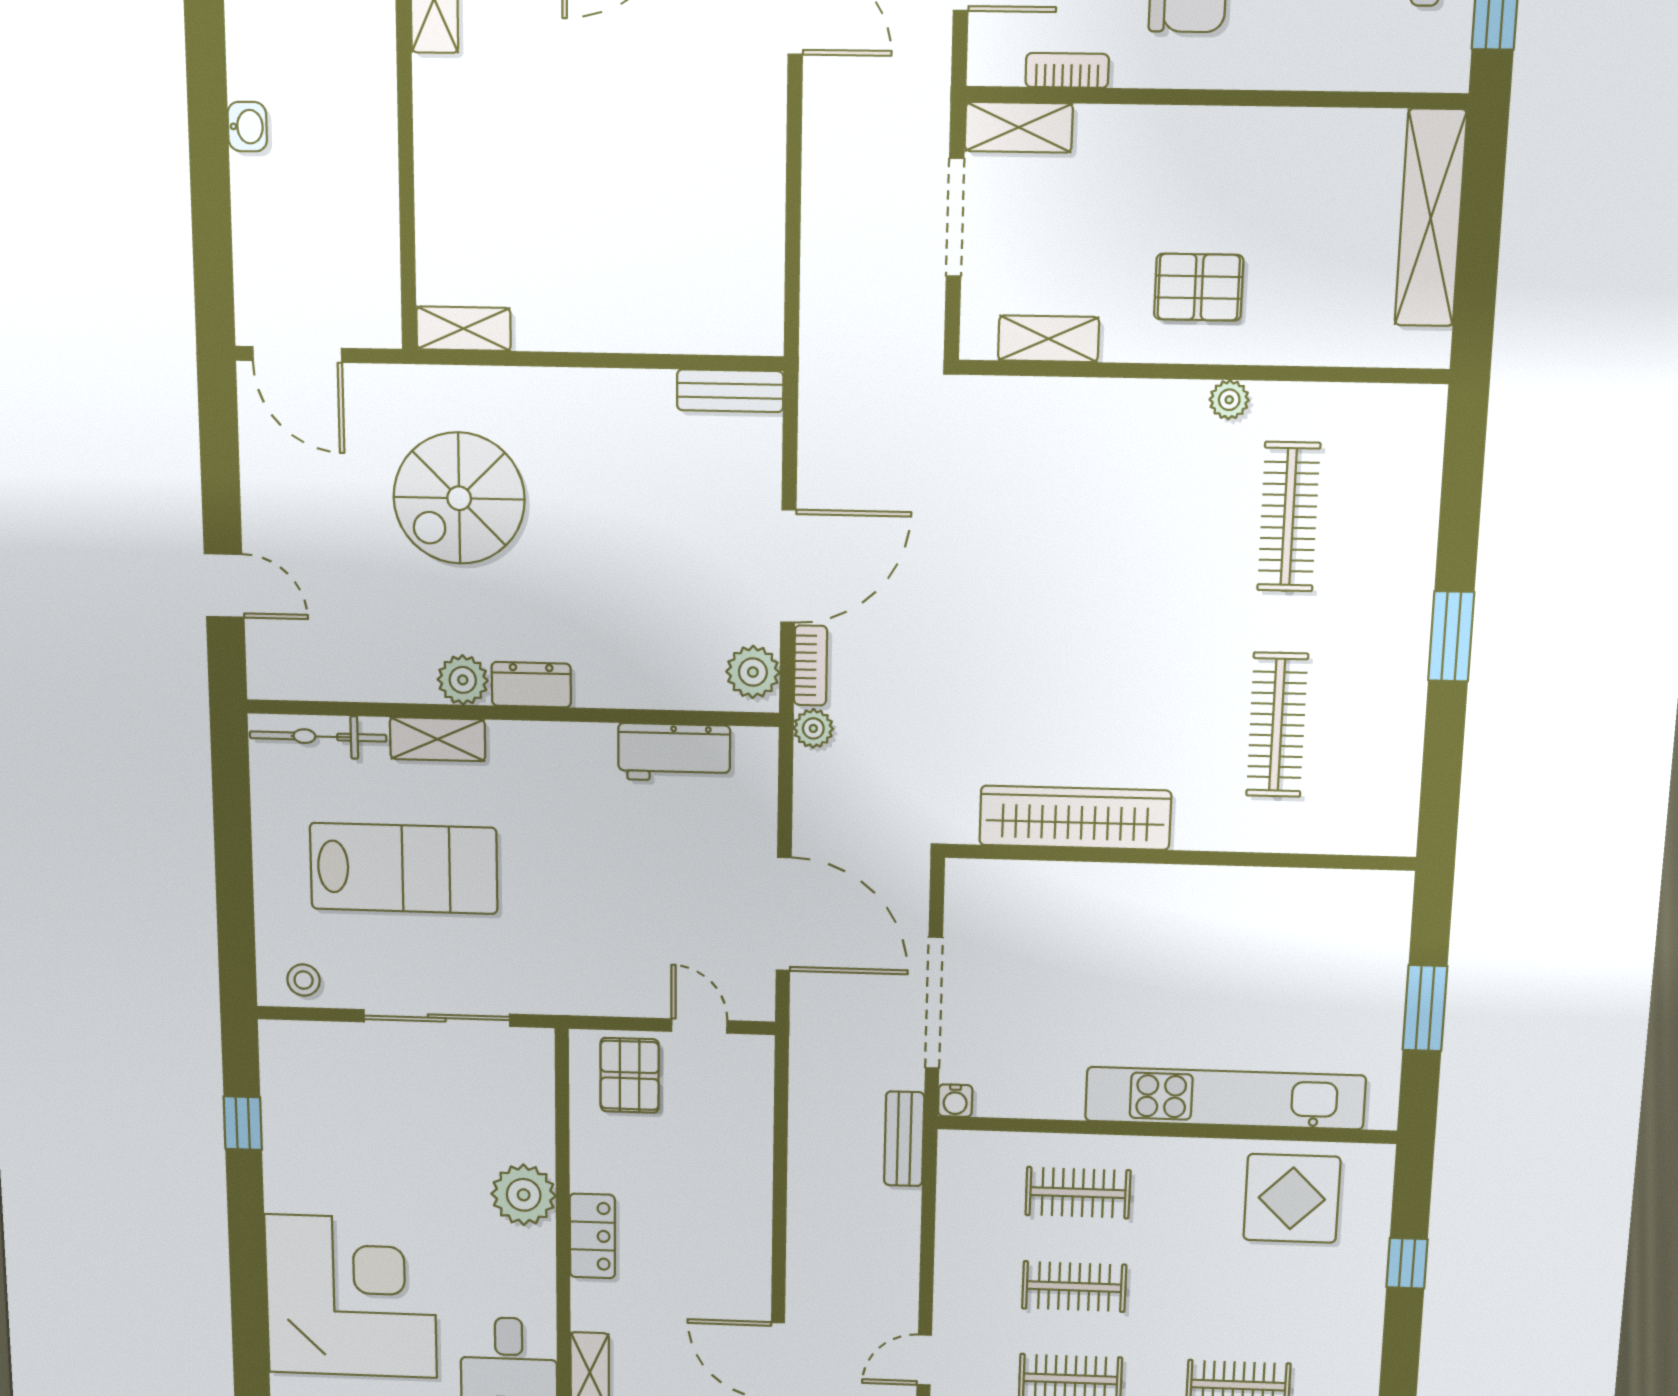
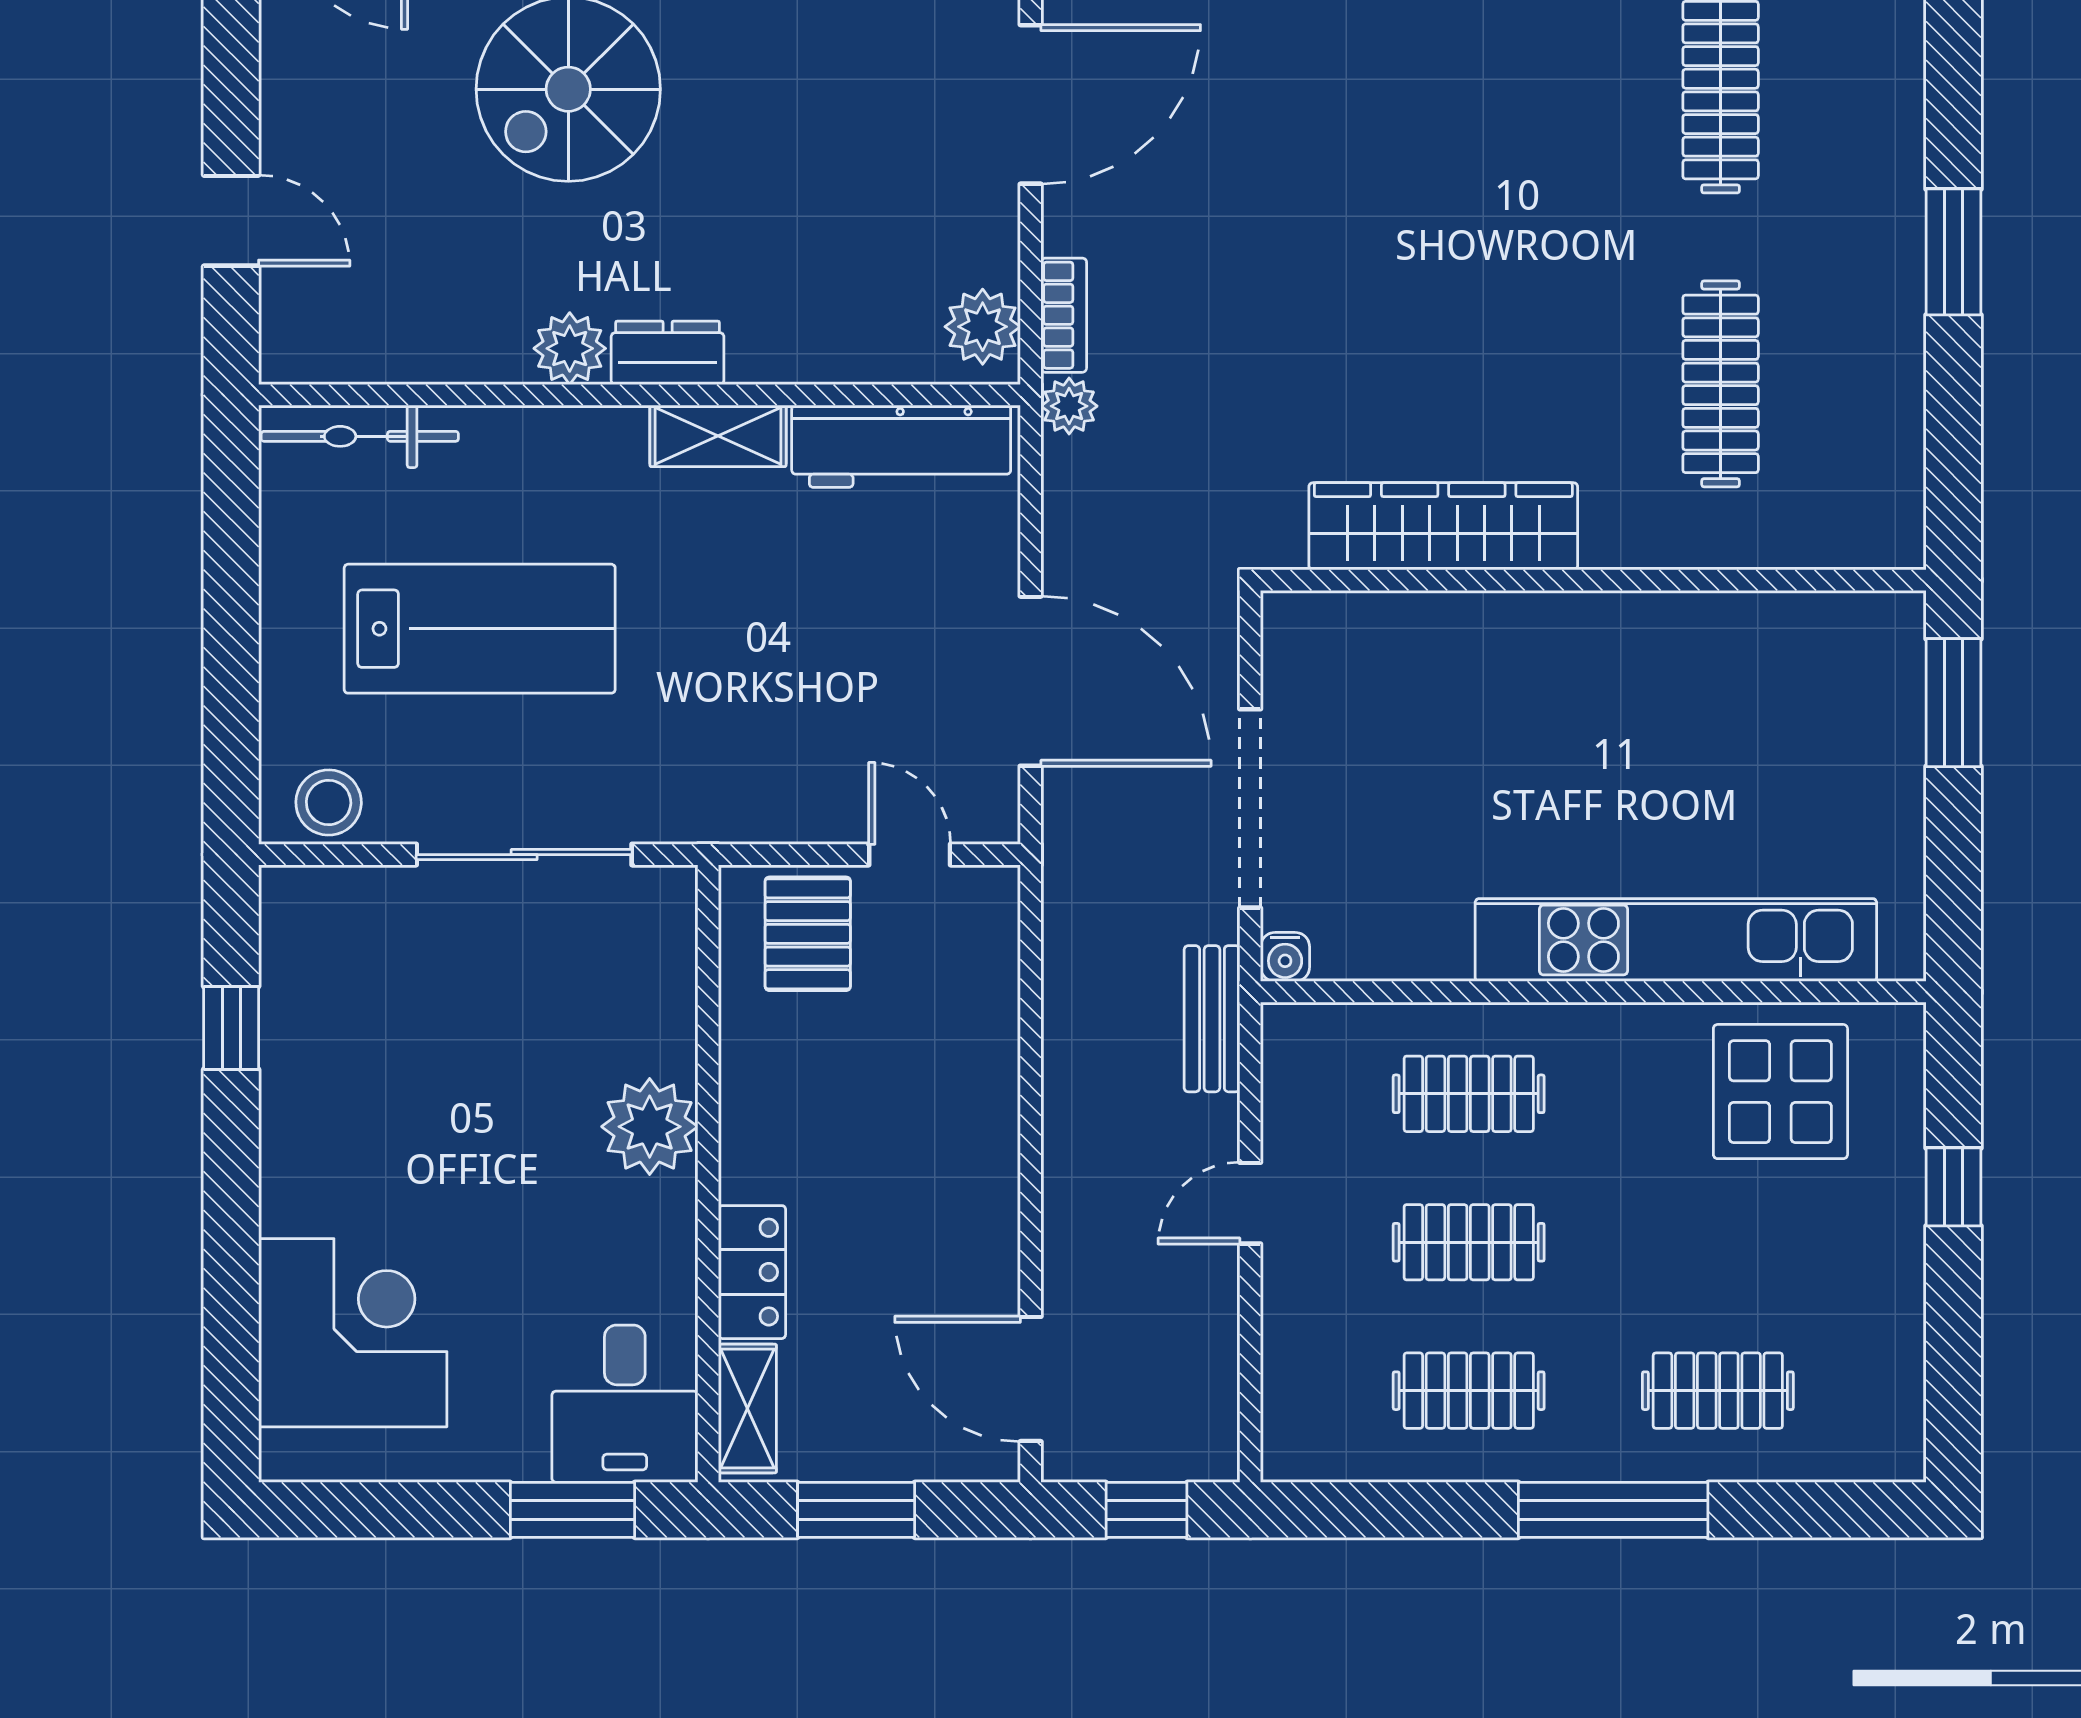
door: (788, 566) -> (1031, 104), moved
shelving: (438, 739) -> (718, 436), moved
workbench: (674, 752) -> (901, 446), width x1.38
stool: (304, 980) -> (329, 803), width x1.37, depth x1.37
window: (1425, 1008) -> (1954, 703), moved
locker: (592, 1236) -> (752, 1272), moved
corner desk: (351, 1296) -> (353, 1333), width x0.74, depth x0.74
door: (924, 1360) -> (1250, 1203), moved

